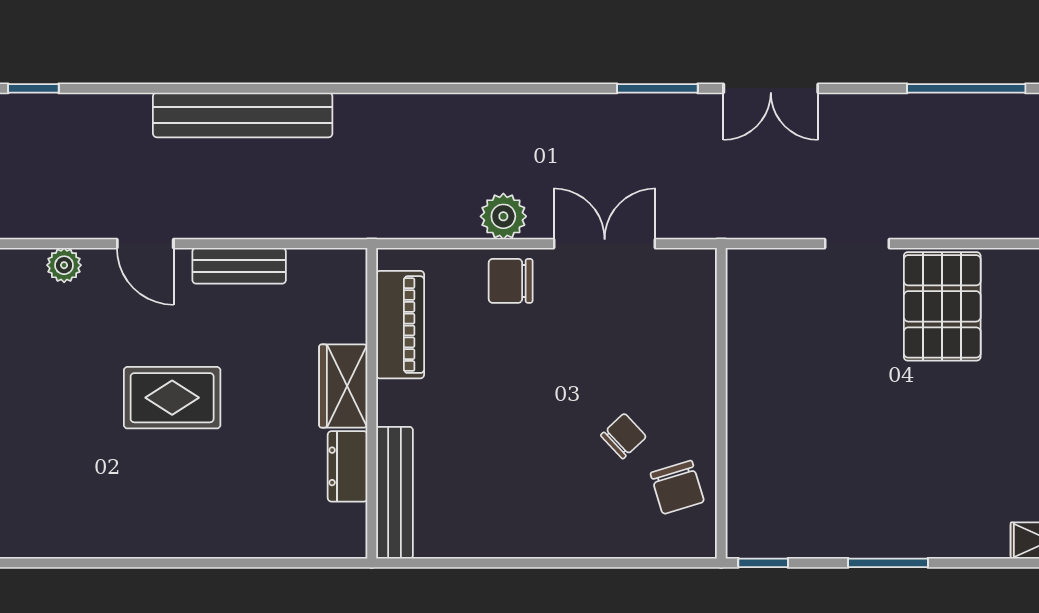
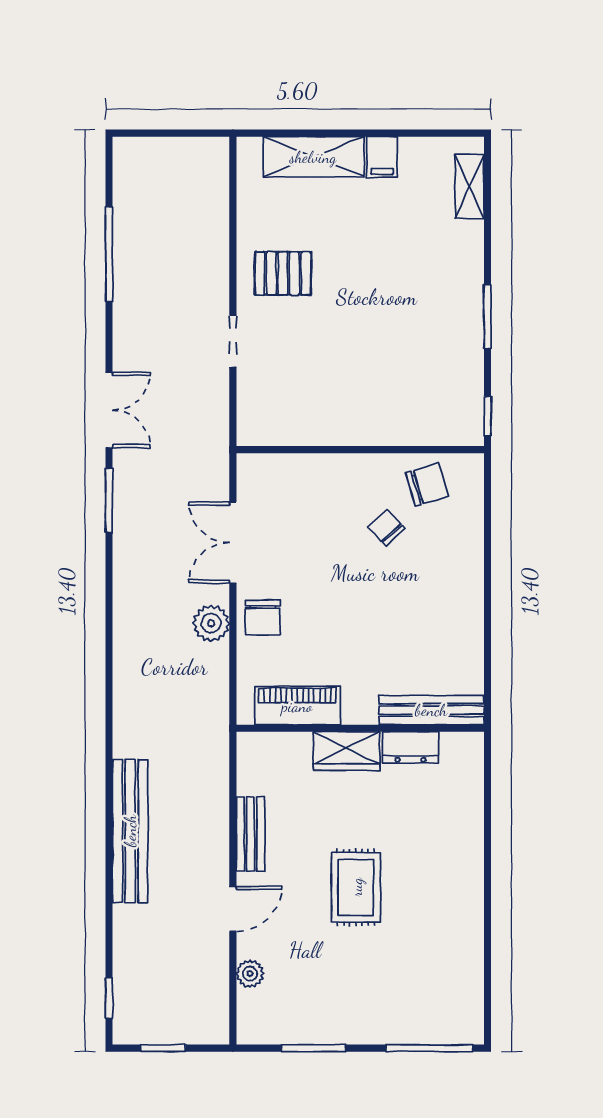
pallet: (942, 306) -> (283, 273), width x0.67, depth x0.71

